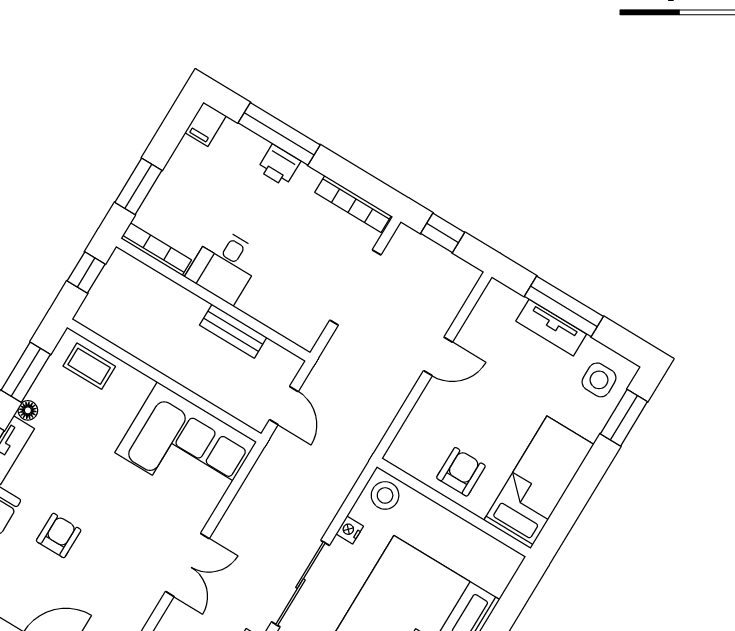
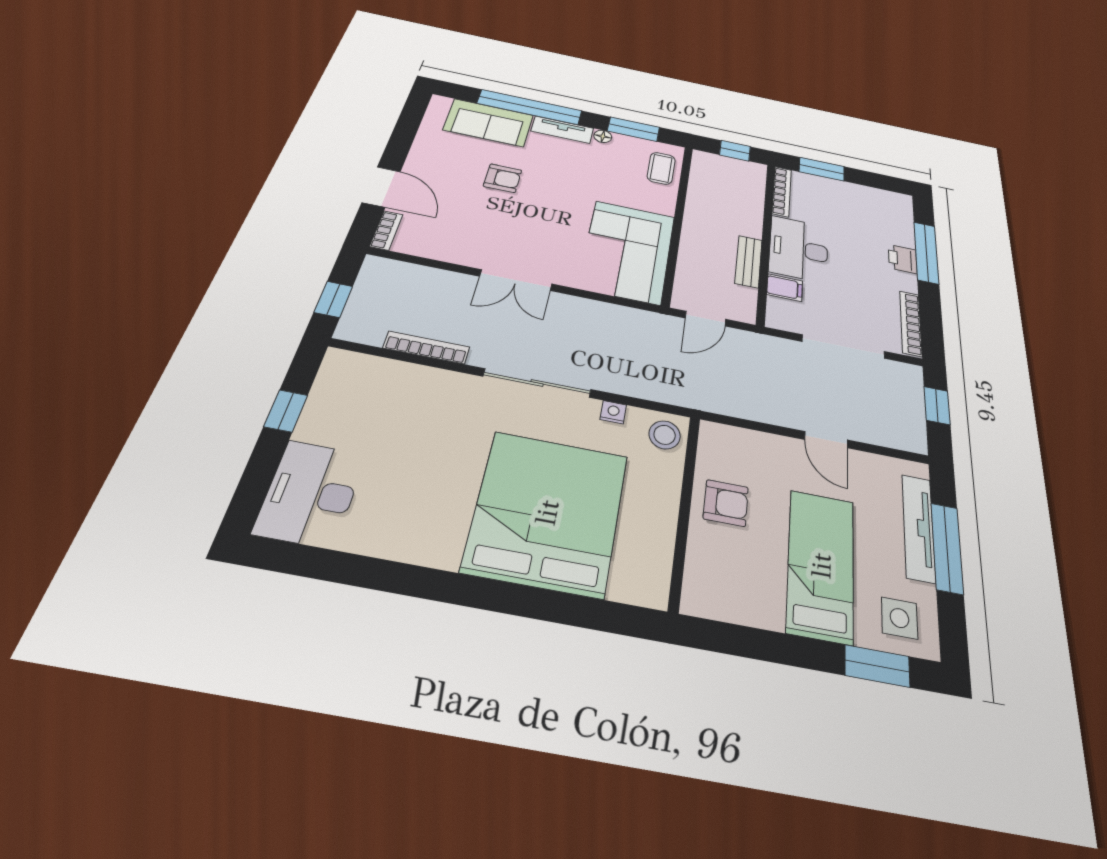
filing cabinet: (206, 124) -> (785, 288), moved, turned 180
desk: (225, 265) -> (799, 249), width x1.37
tv unit: (551, 328) -> (918, 528), width x1.41
bed: (539, 482) -> (821, 565), moved, turned -90

